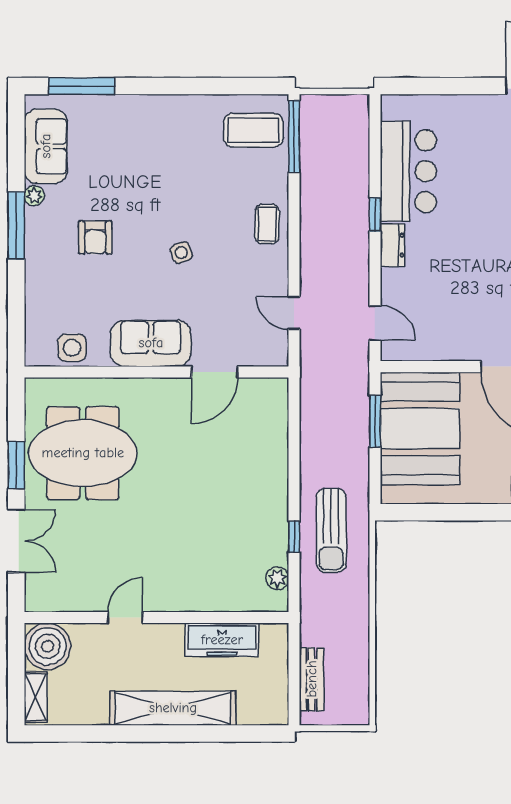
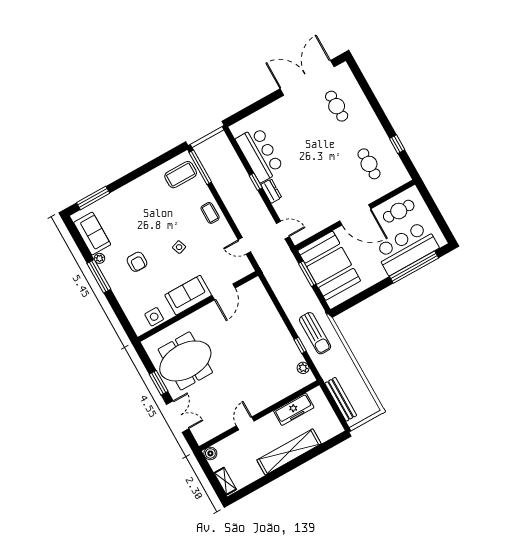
boiler: (48, 646) -> (210, 453), width x0.54, depth x0.54
bench: (312, 679) -> (341, 399), width x1.36

